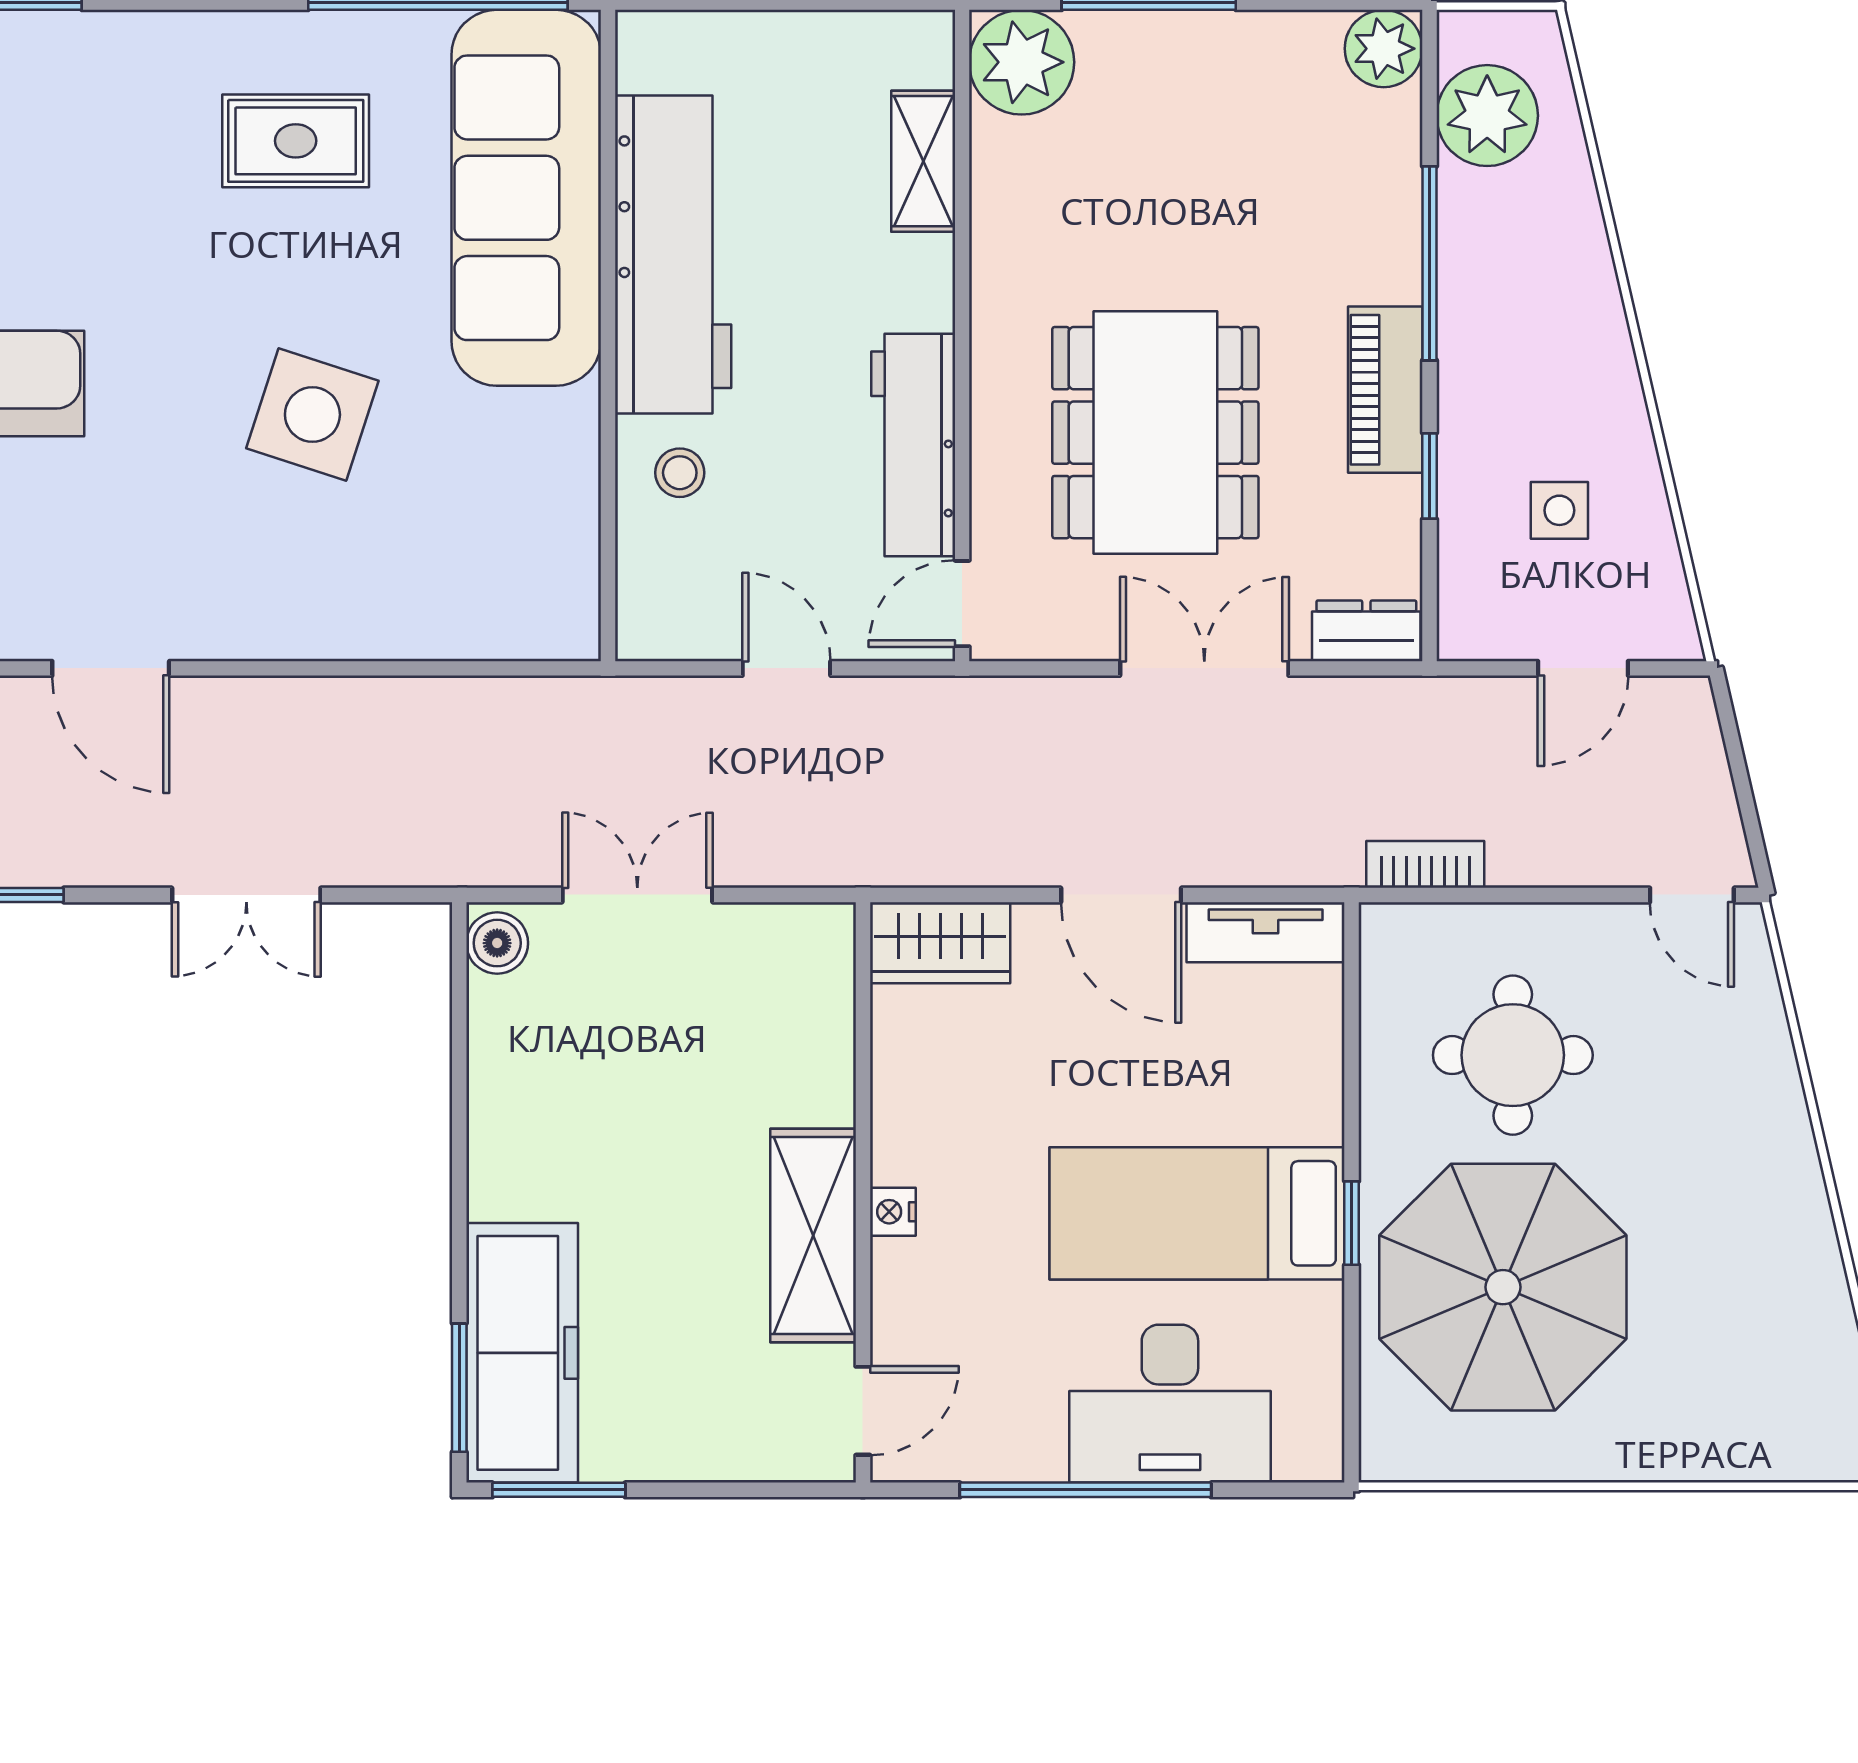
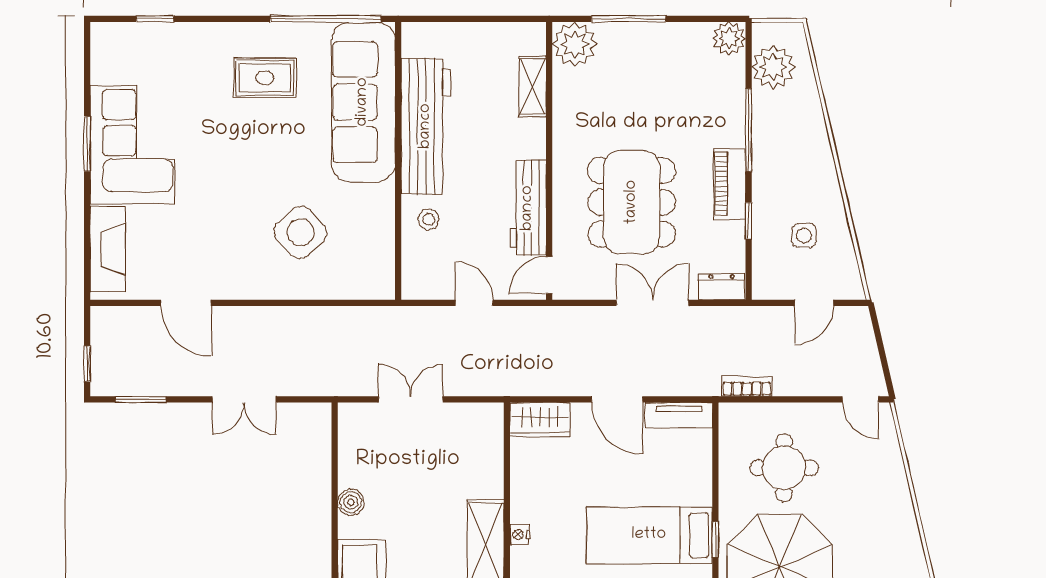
side table: (312, 415) -> (301, 232), moved, turned 30
boiler: (497, 943) -> (351, 502), moved

